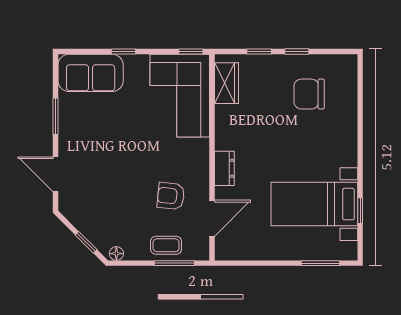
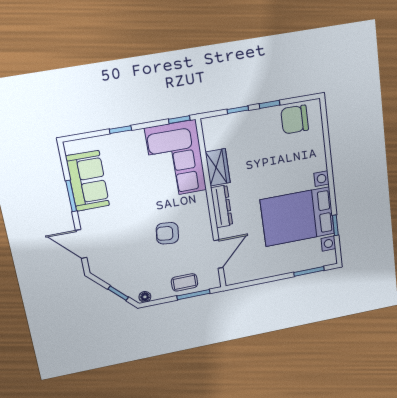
sofa: (91, 73) -> (88, 181), moved, turned -90
wardrobe: (226, 83) -> (218, 167), moved
chair: (309, 94) -> (295, 120), moved
dresser: (224, 168) -> (222, 206), width x1.44
armchair: (171, 196) -> (167, 233), moved
bed with nightstands: (314, 204) -> (298, 217), width x1.36

